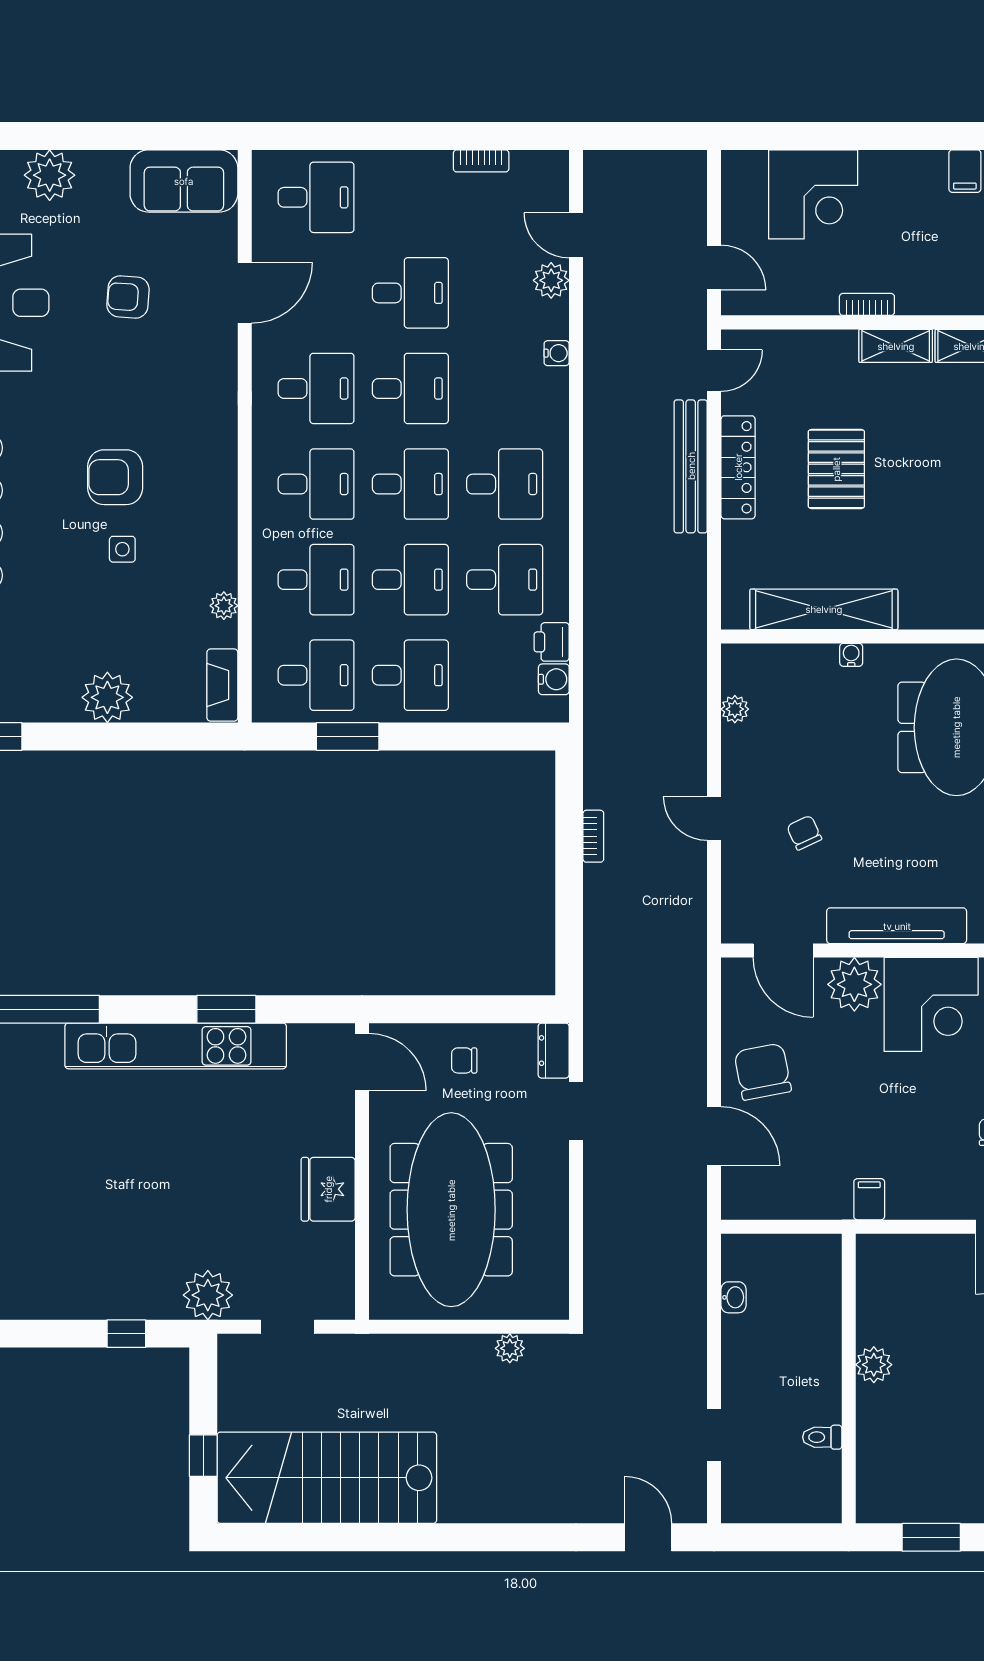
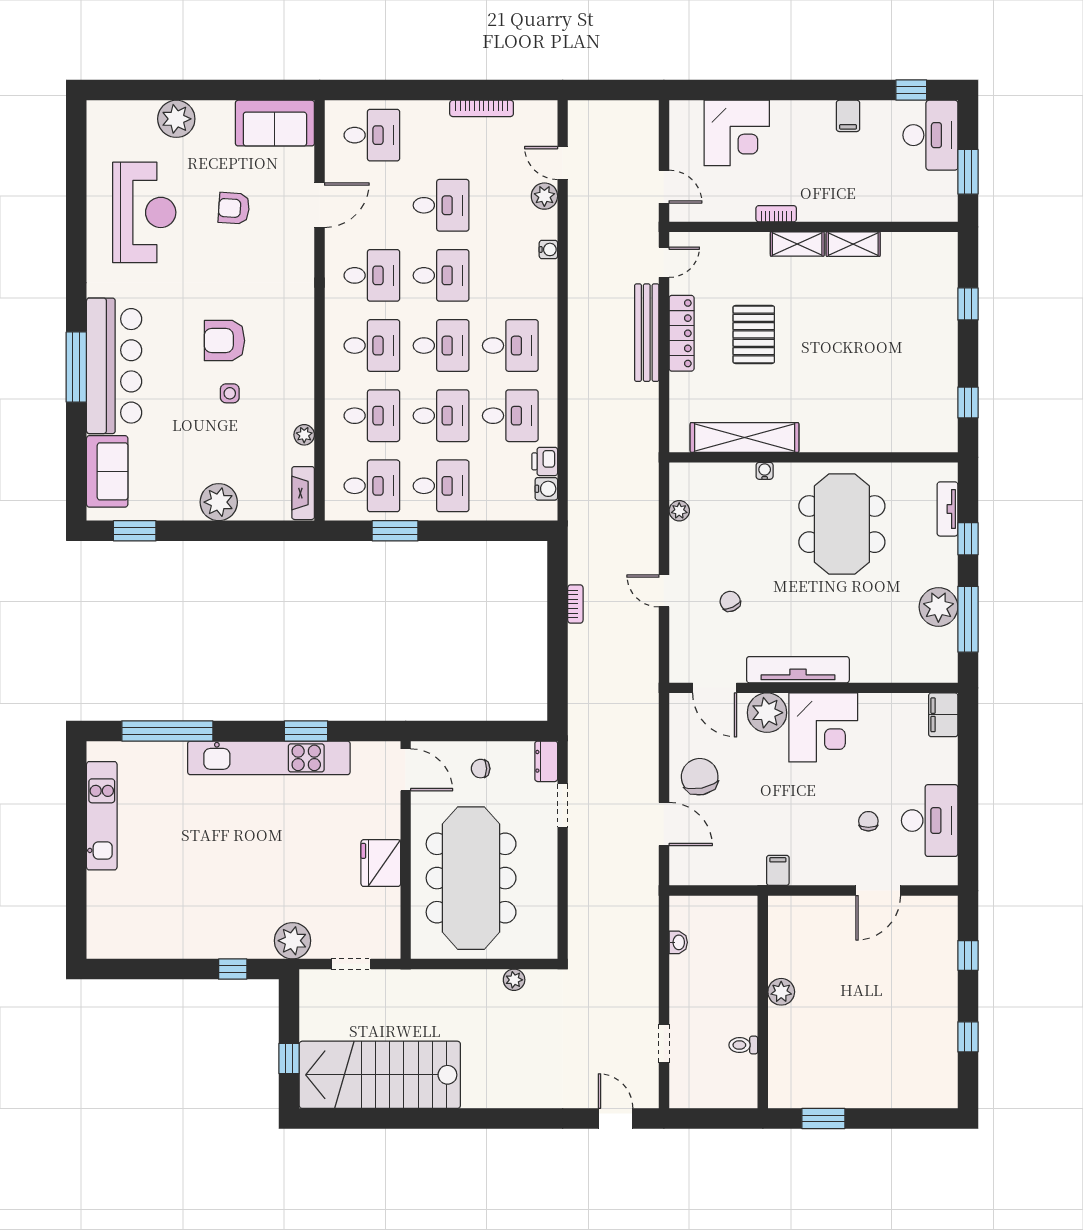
bookcase: (481, 161) -> (482, 108), width x1.56

